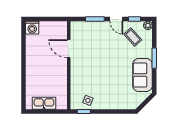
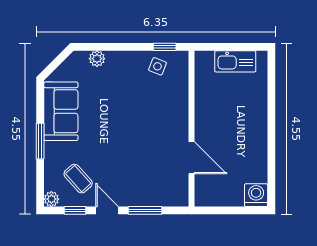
plant: (122, 105) -> (97, 59), added

